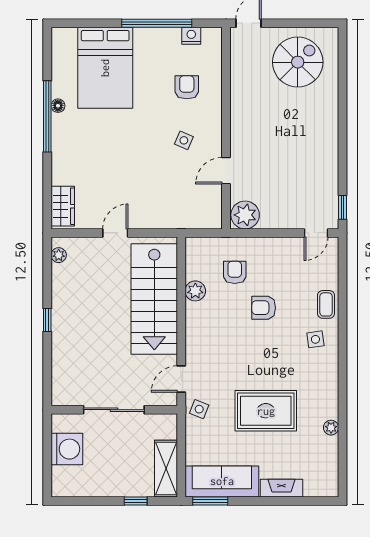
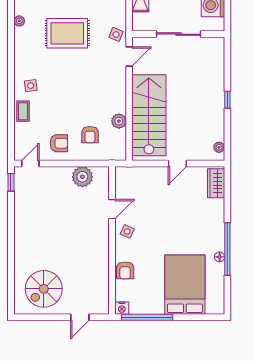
wall: (226, 128) -> (112, 240), moved
door: (226, 171) -> (112, 209), moved
armchair: (264, 308) -> (59, 143), moved

